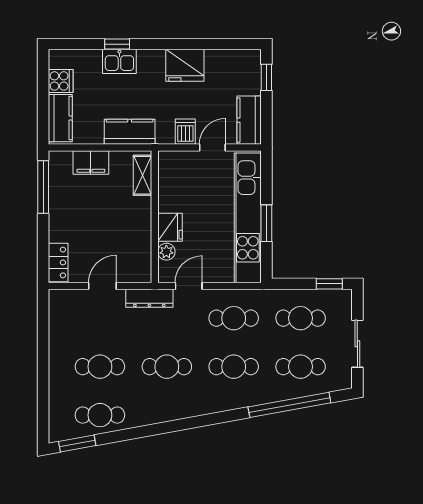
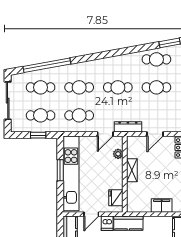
kitchen counter: (130, 132) -> (128, 223), moved
shelving: (143, 175) -> (132, 170), moved
fridge: (170, 227) -> (116, 198), moved
window: (329, 284) -> (38, 135), moved
sliding door: (357, 344) -> (8, 101), width x1.37

